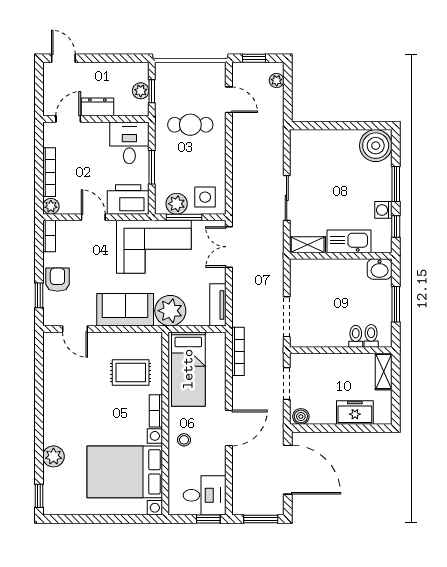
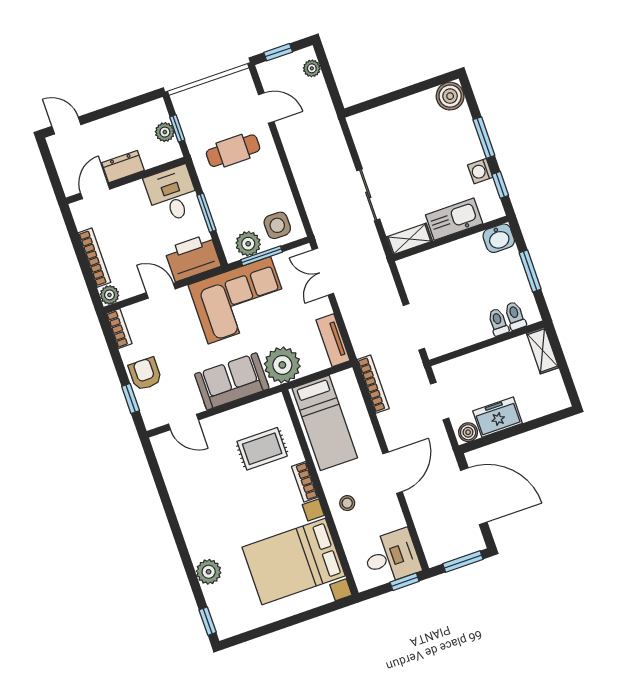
boiler: (376, 146) -> (450, 96), width x0.73, depth x0.73
freezer: (355, 413) -> (498, 417), moved

